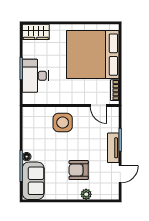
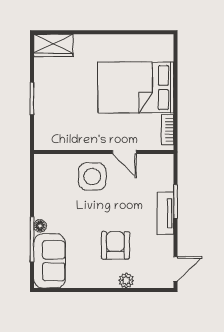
bed: (93, 55) -> (136, 88), width x0.73
desk: (35, 76) -> (53, 109), removed
door: (99, 106) -> (124, 152), moved
armchair: (79, 170) -> (115, 245), turned 90
door: (120, 174) -> (175, 269), moved

